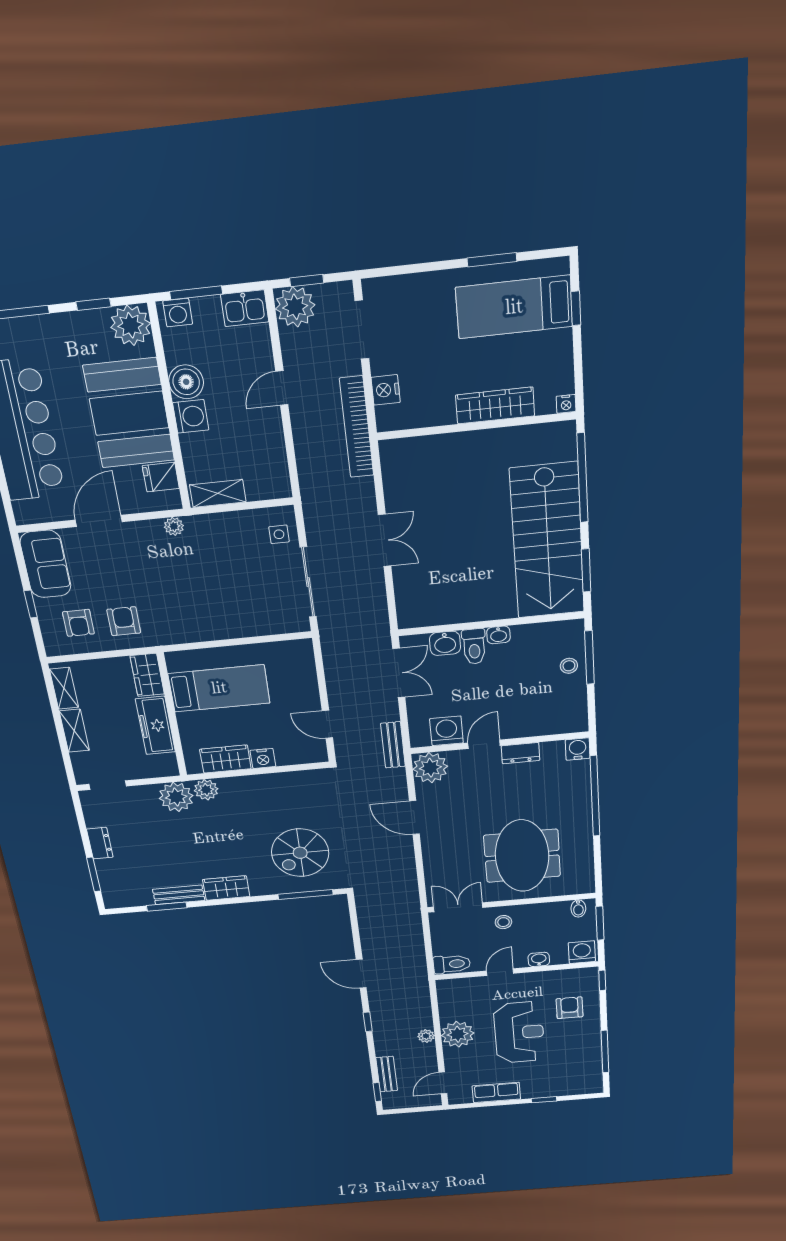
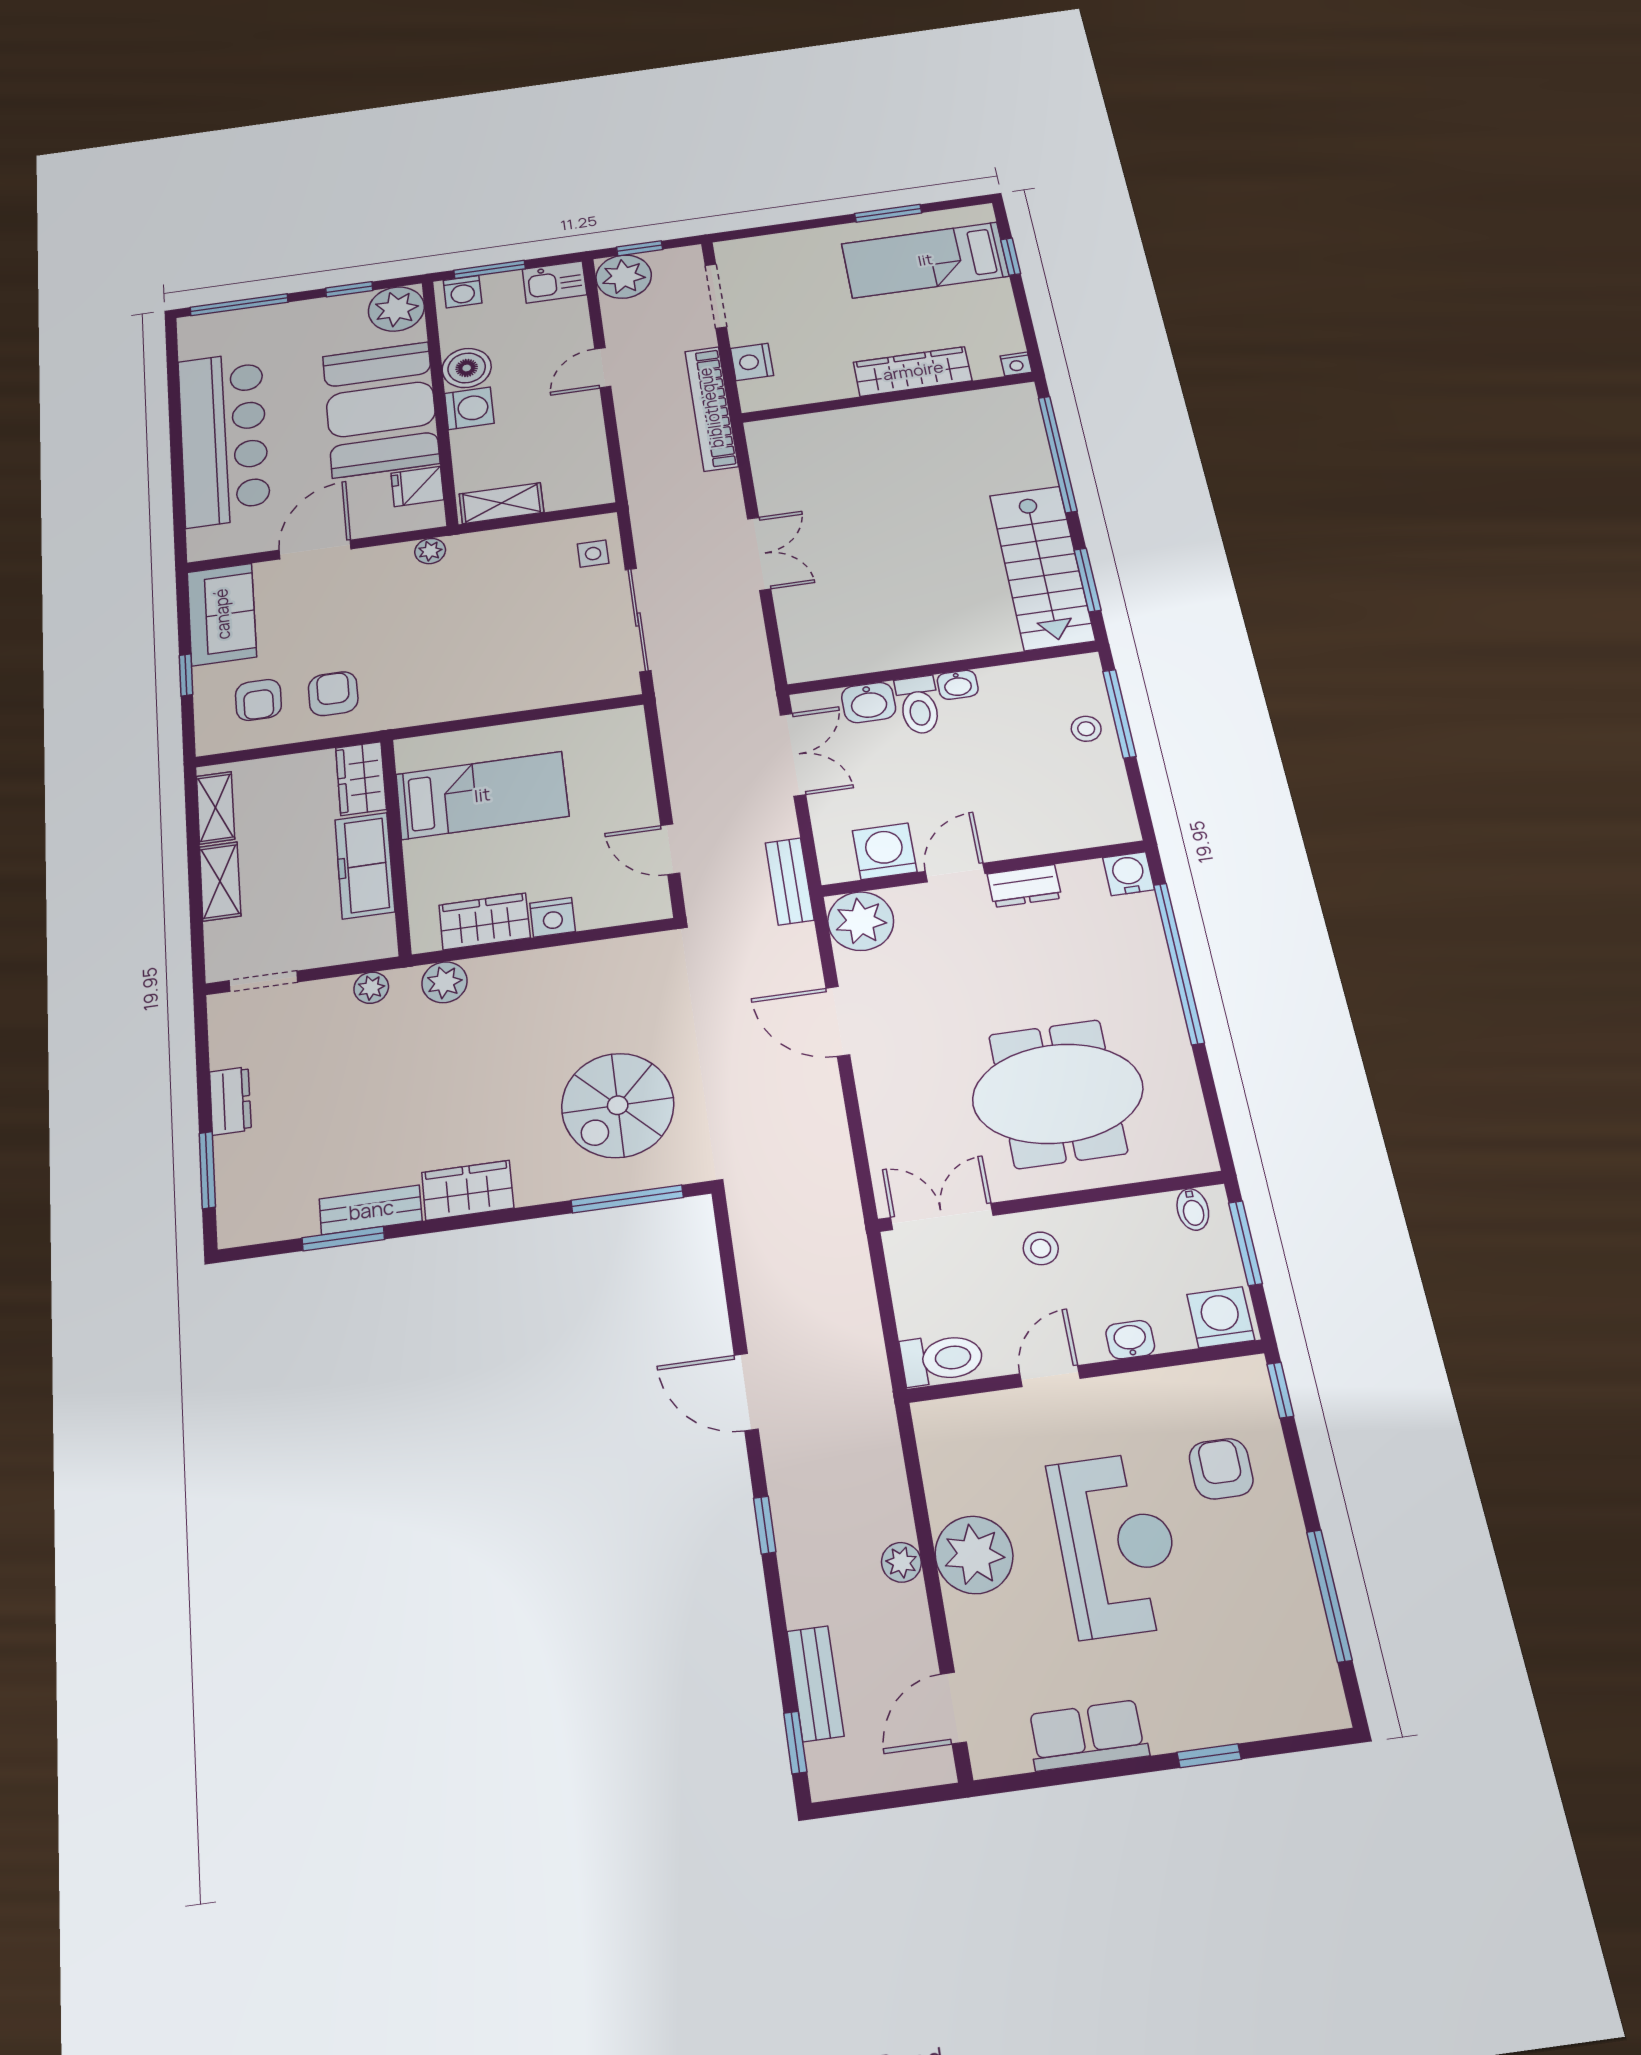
stairs: (547, 541) -> (1042, 567), width x0.73, depth x0.66
plant: (176, 797) -> (371, 988), width x0.53, depth x0.53
meeting table: (522, 856) -> (1058, 1094), turned 90

